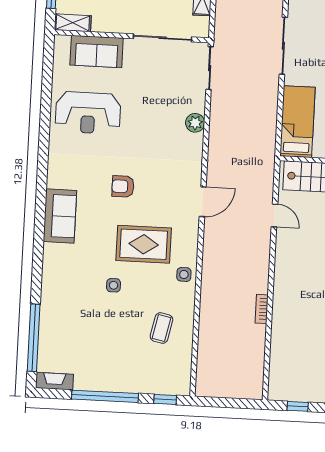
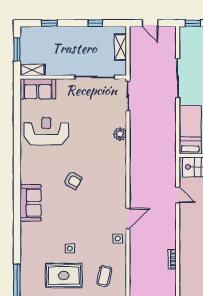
sofa: (97, 52) -> (38, 89), moved
reception desk: (88, 113) -> (46, 131), turned 180
armchair: (123, 186) -> (73, 180), turned -150
door: (203, 202) -> (128, 218), moved
rug: (144, 244) -> (64, 276), moved

